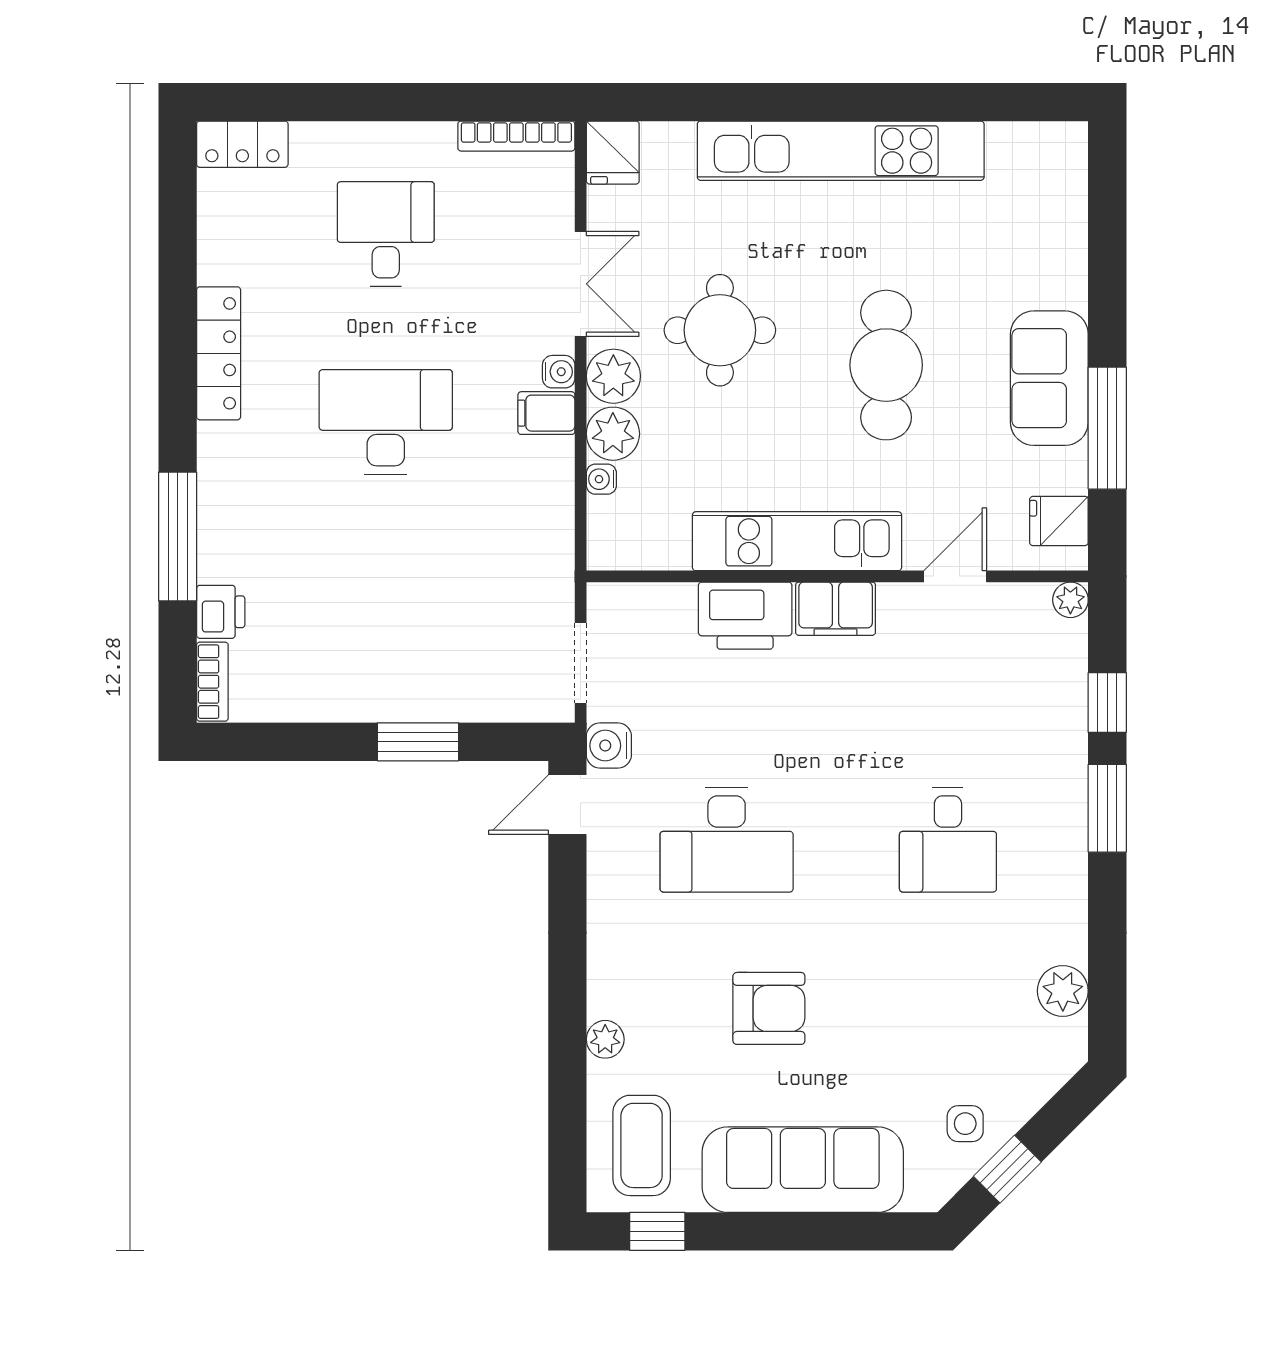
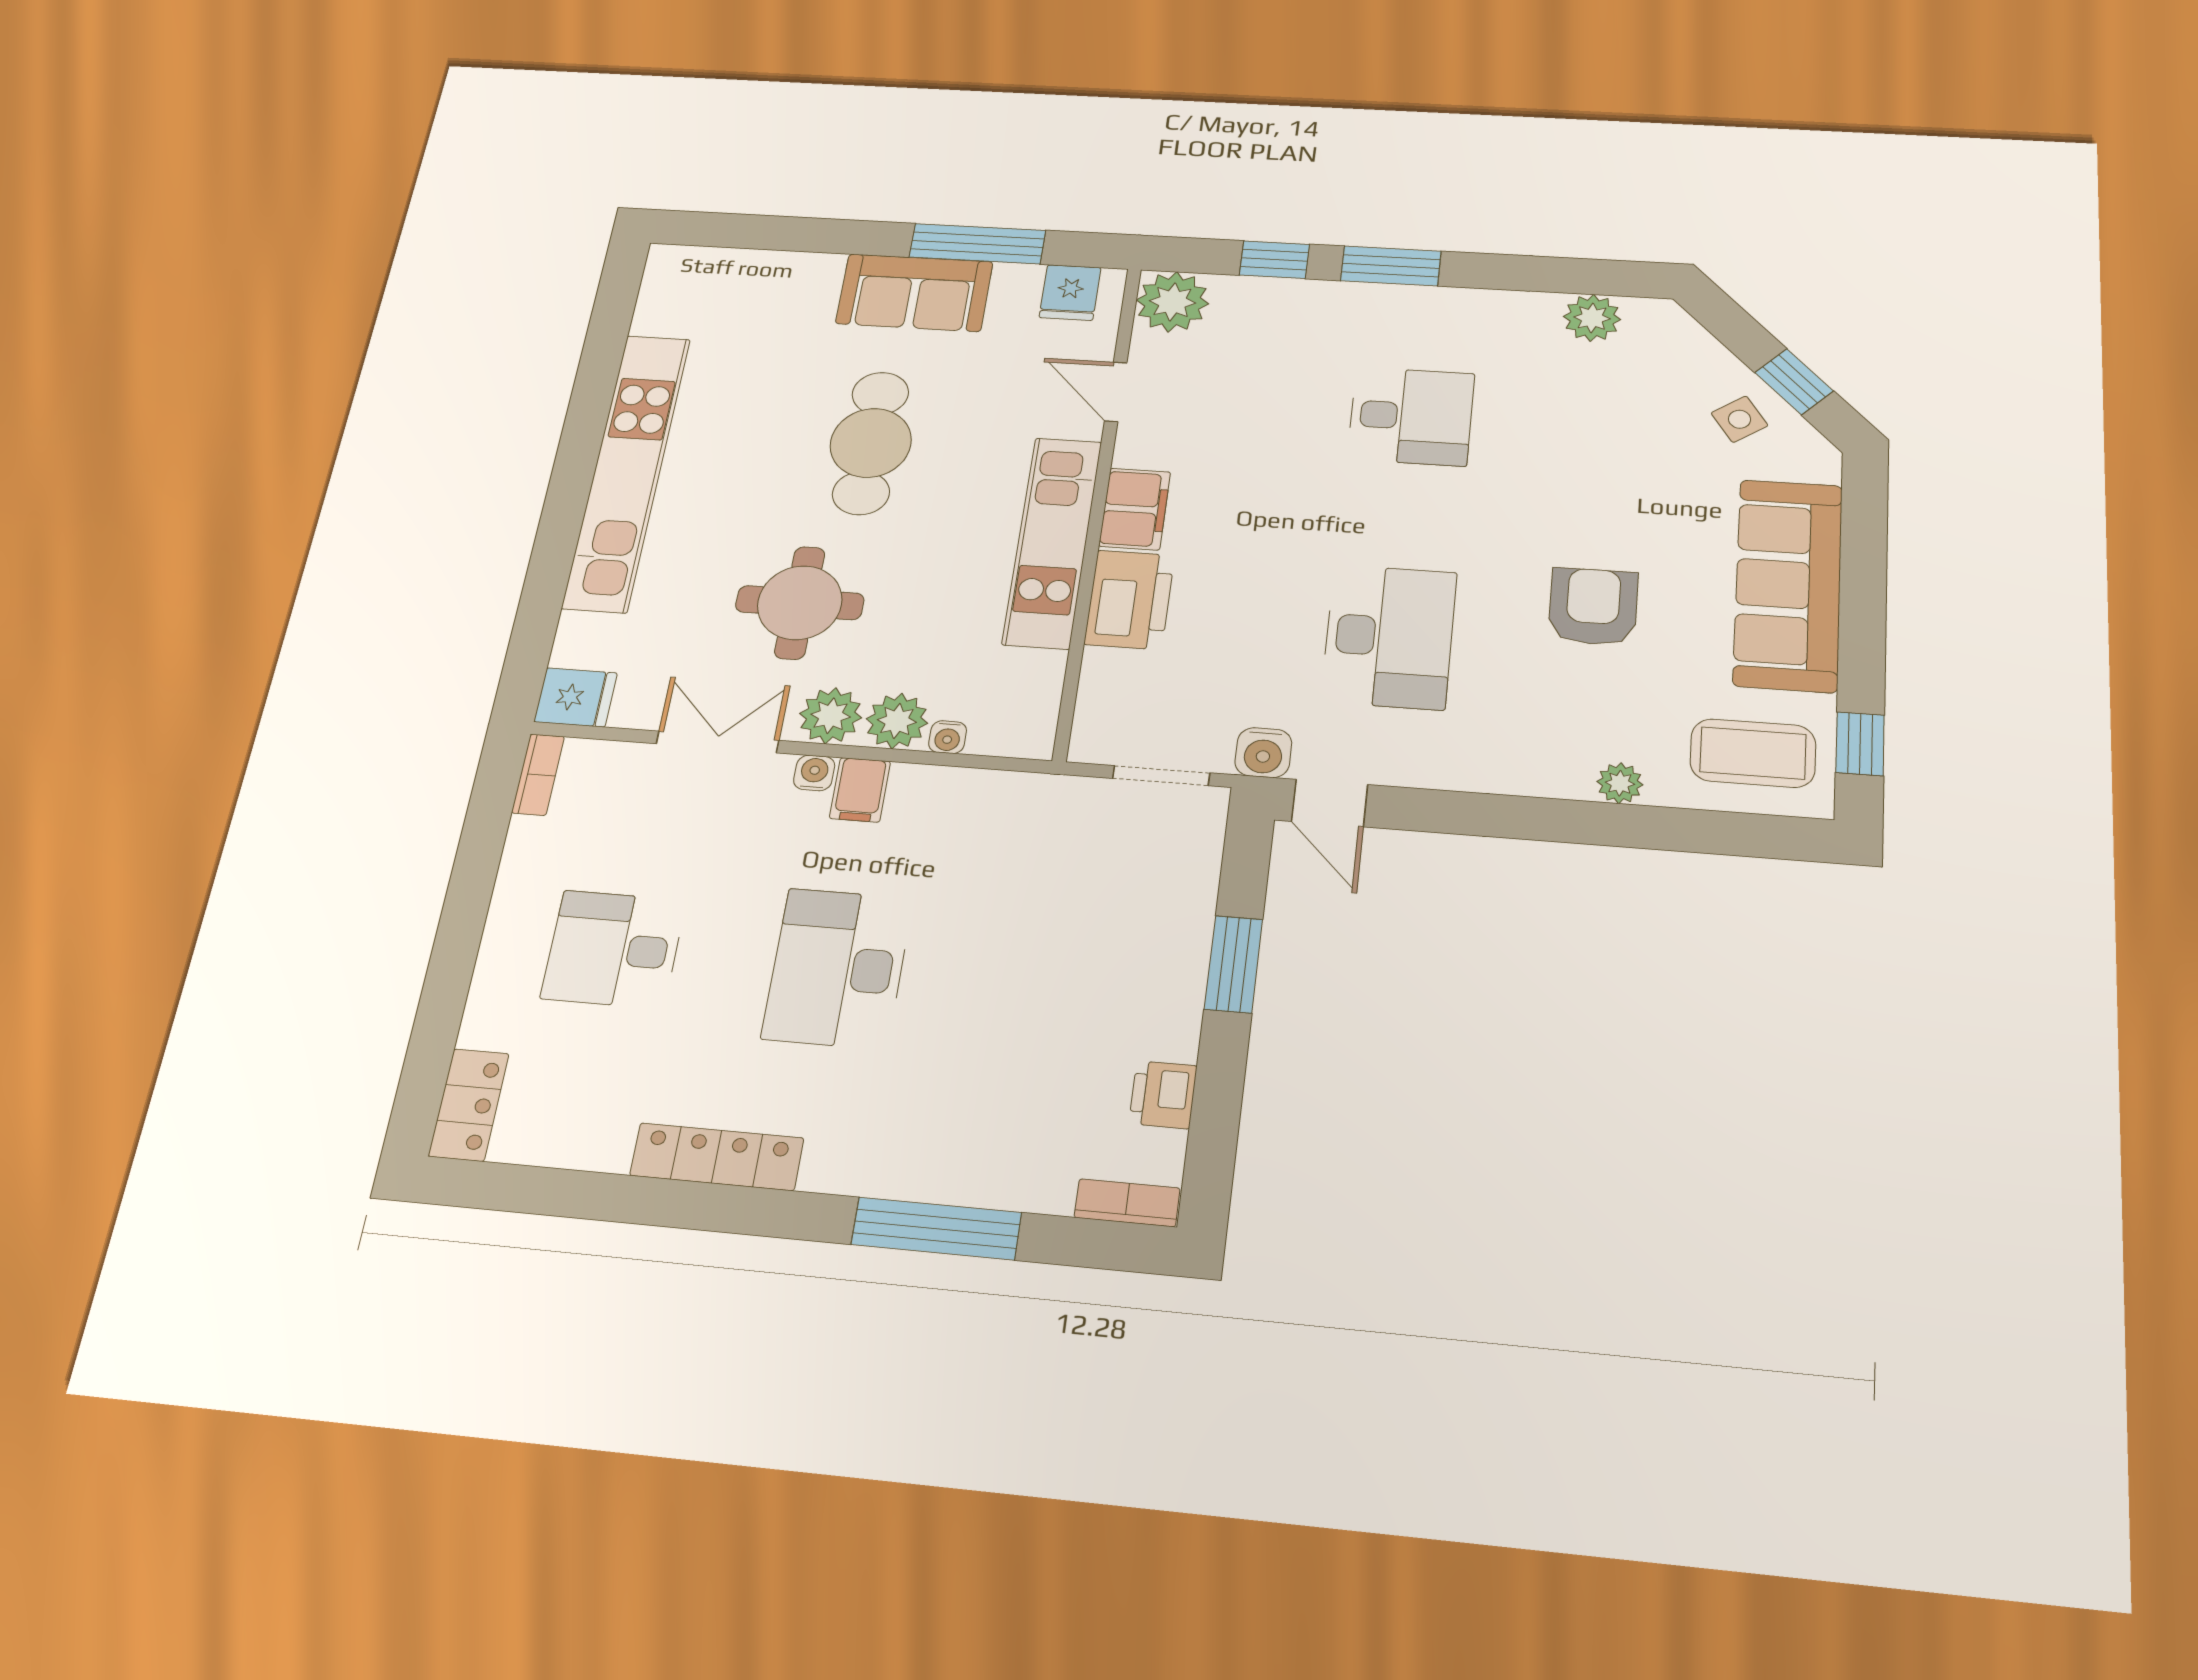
bookcase: (516, 136) -> (538, 775), width x0.64
cafe table: (886, 365) -> (871, 443), turned 90
plant: (1070, 600) -> (1172, 302), width x1.88, depth x1.88
printer: (221, 612) -> (1163, 1095), moved, turned -90
side table: (965, 1124) -> (1740, 419), turned -34

